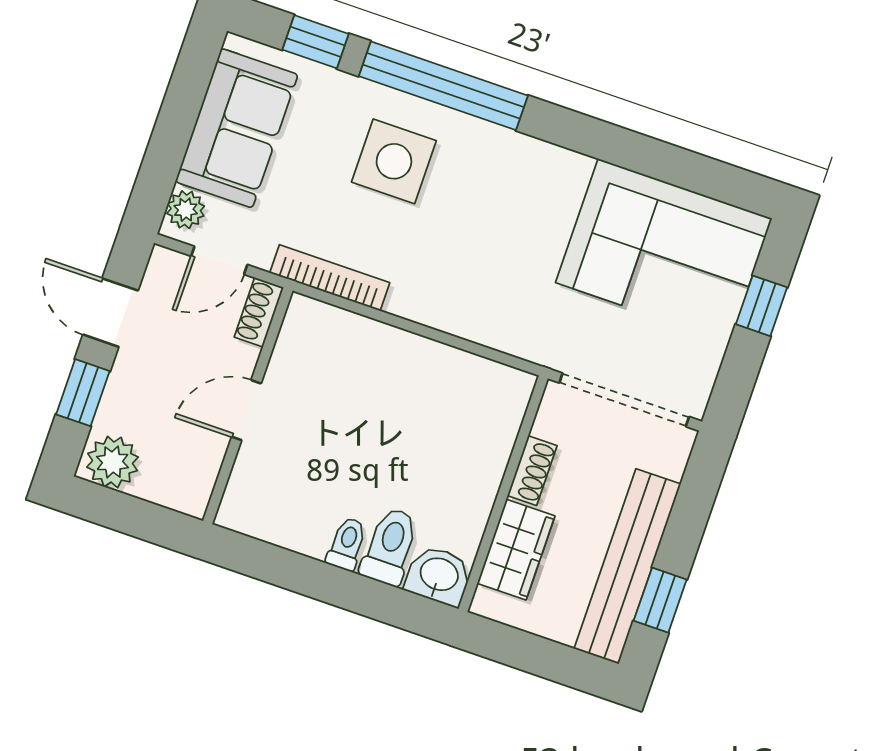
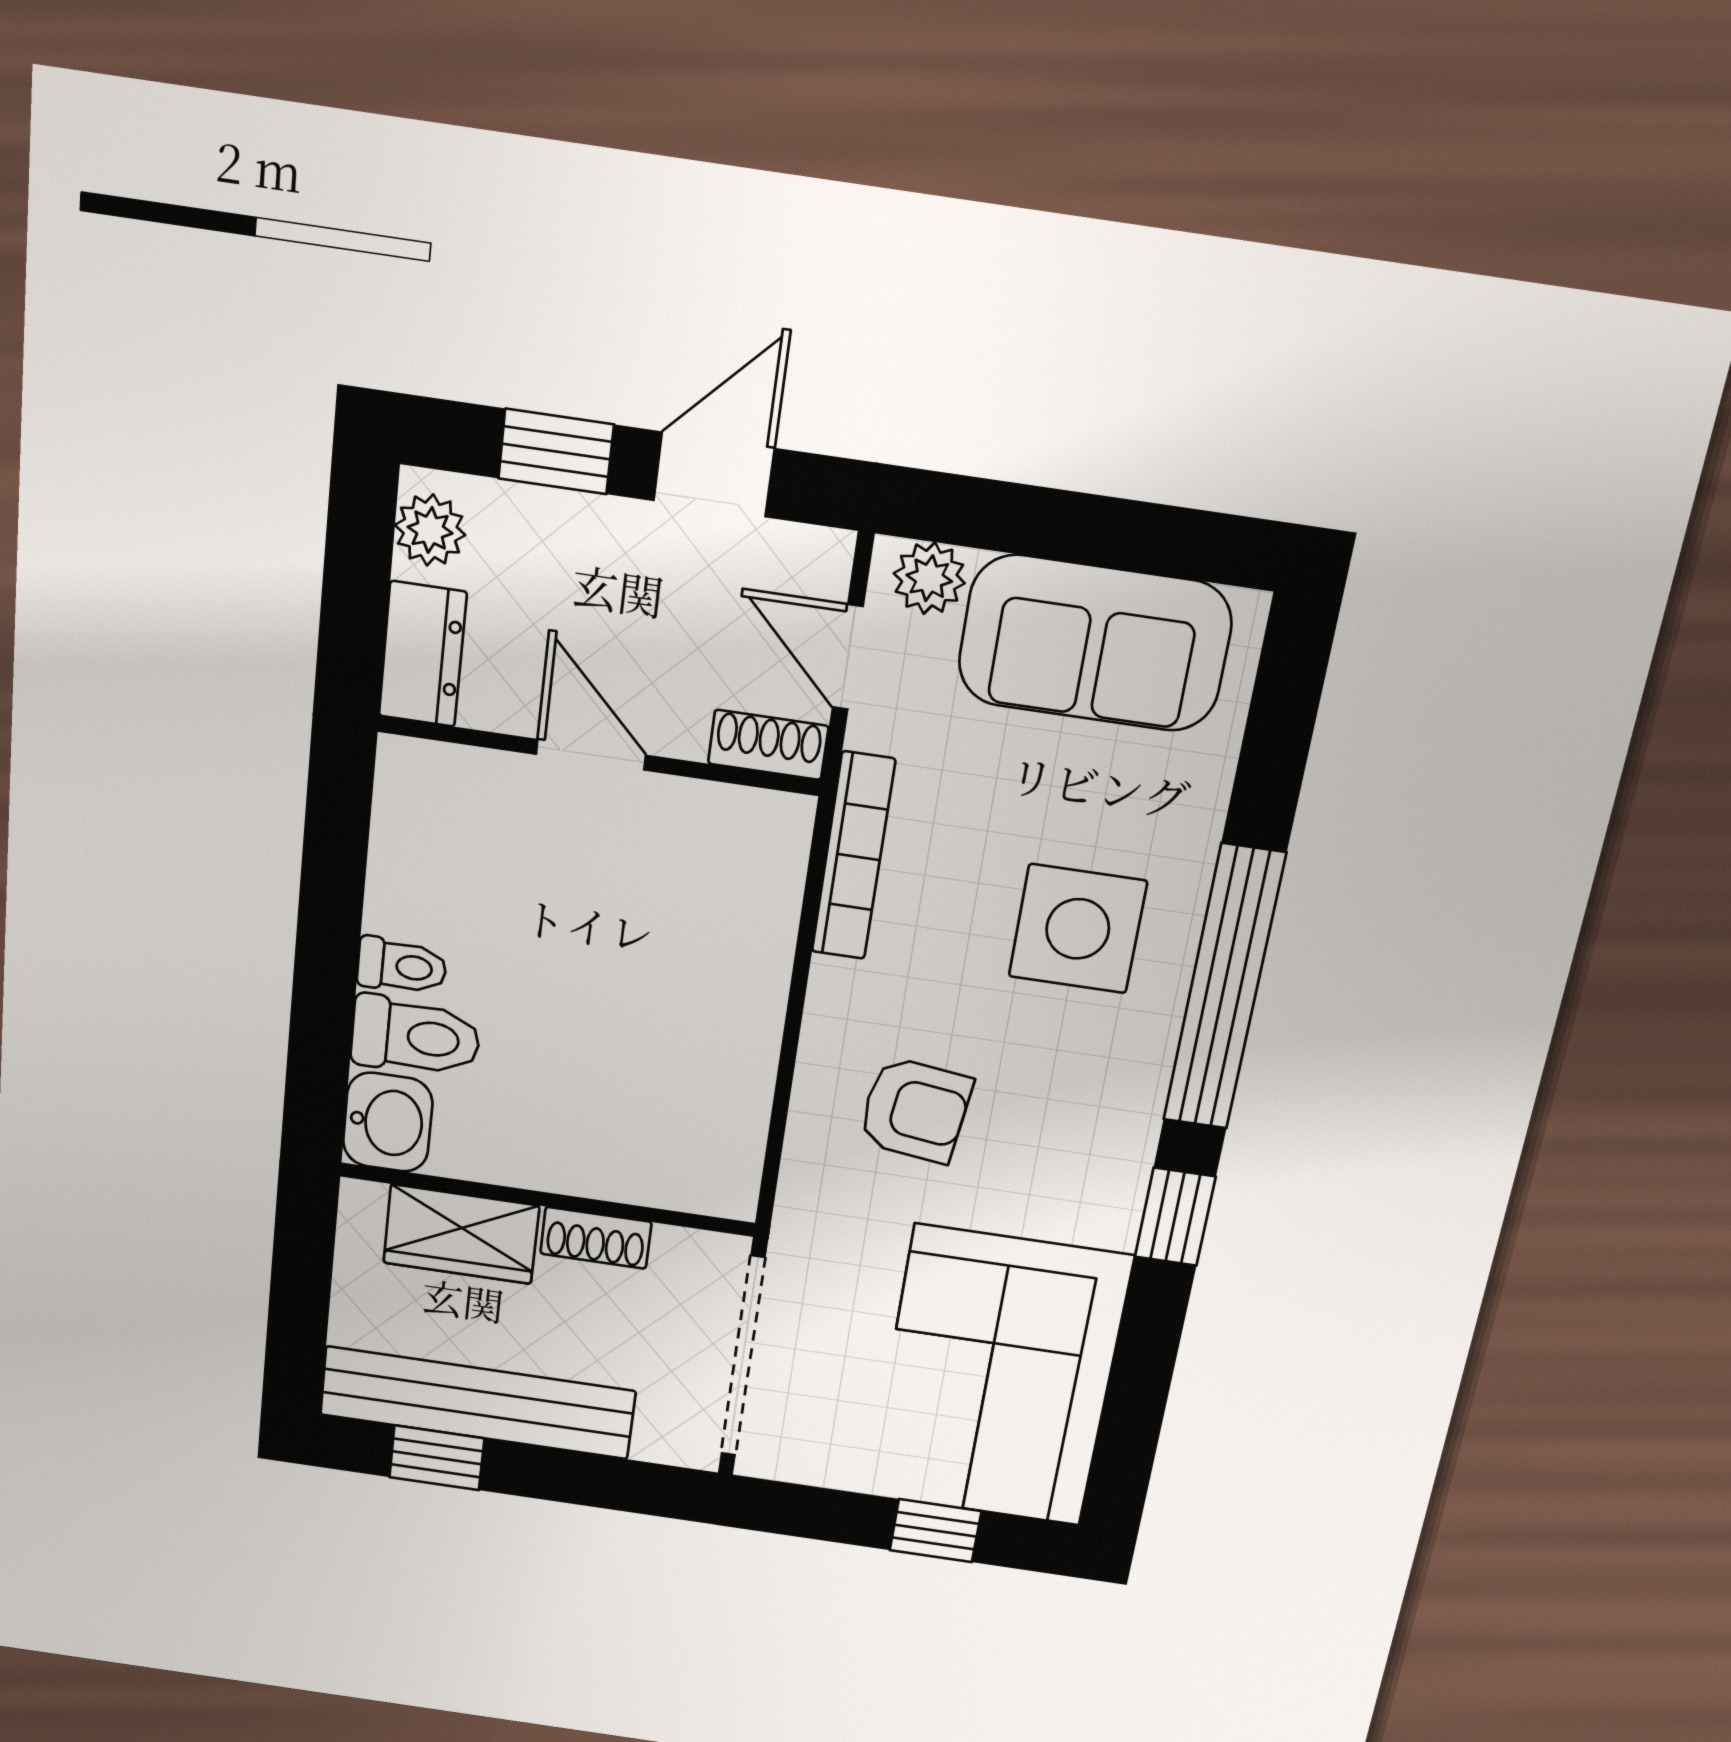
window: (316, 42) -> (1175, 1217), moved
armchair: (485, 270) -> (915, 1110), added
plant: (113, 462) -> (430, 530), width x0.73, depth x0.73
dresser: (175, 489) -> (423, 654), added

